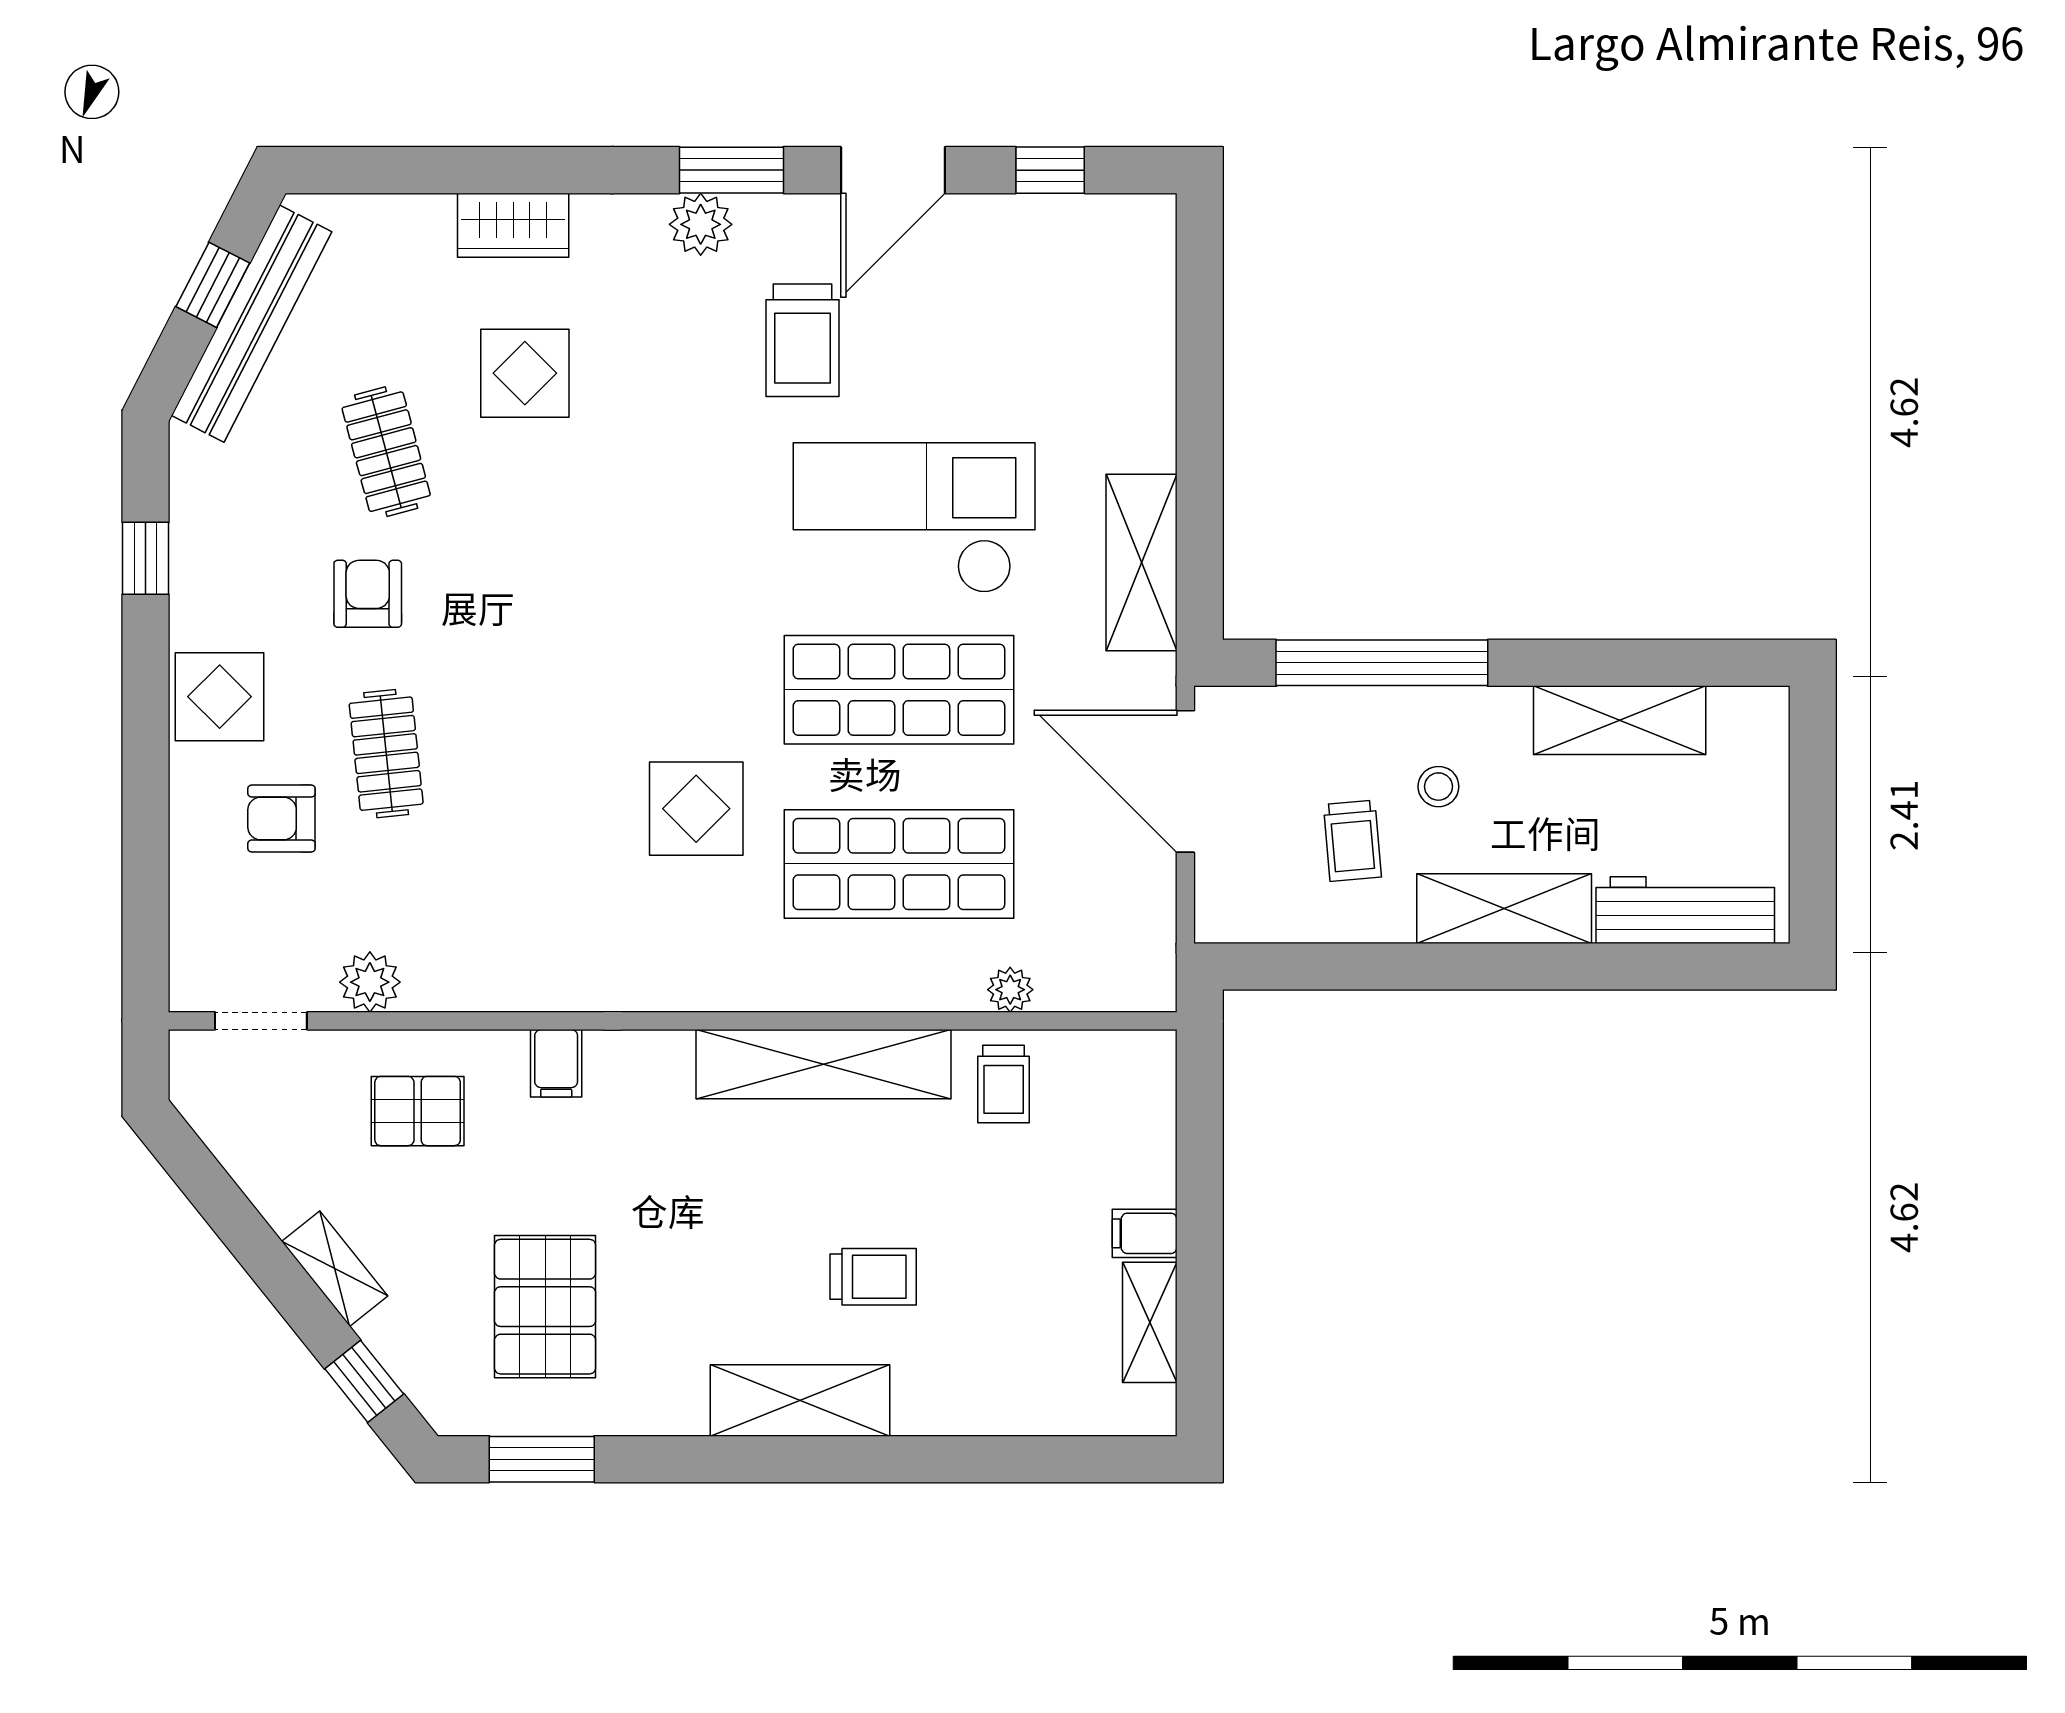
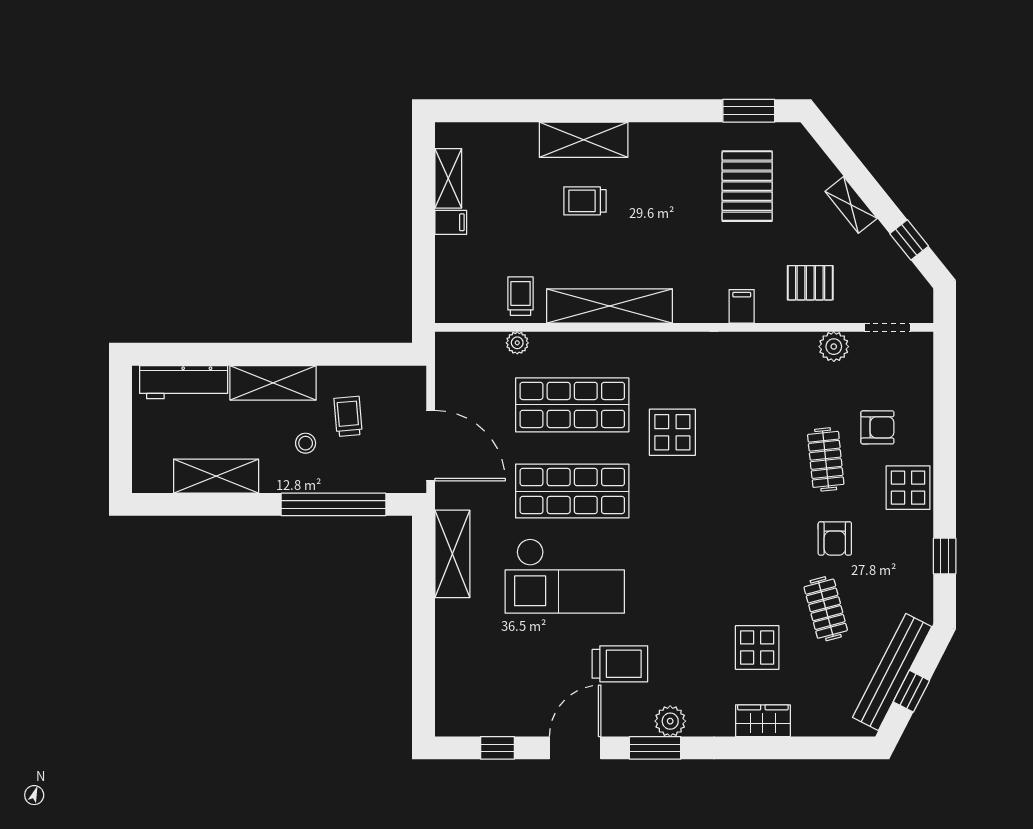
trolley: (803, 340) -> (620, 664), turned 90
window: (364, 1381) -> (909, 240), moved
shelving: (800, 1400) -> (584, 140), moved

